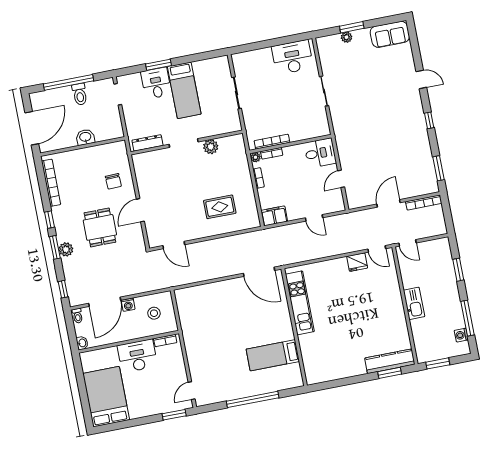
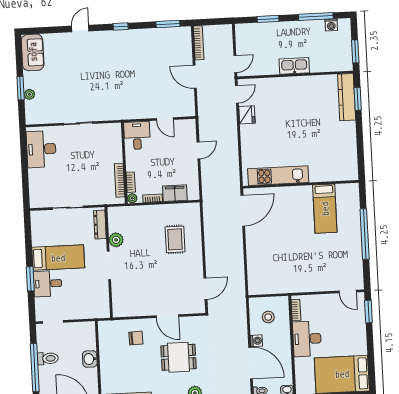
dresser: (147, 143) -> (100, 225), moved
filing cabinet: (274, 216) -> (175, 193), moved, turned 90

